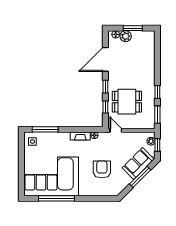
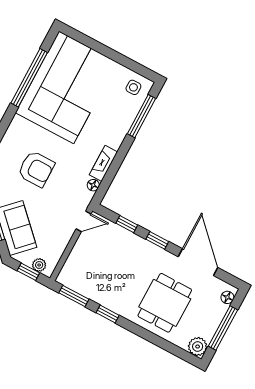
window: (133, 28) -> (223, 328), width x1.44
plant: (126, 36) -> (198, 347), moved
dining table: (127, 102) -> (165, 303), moved

